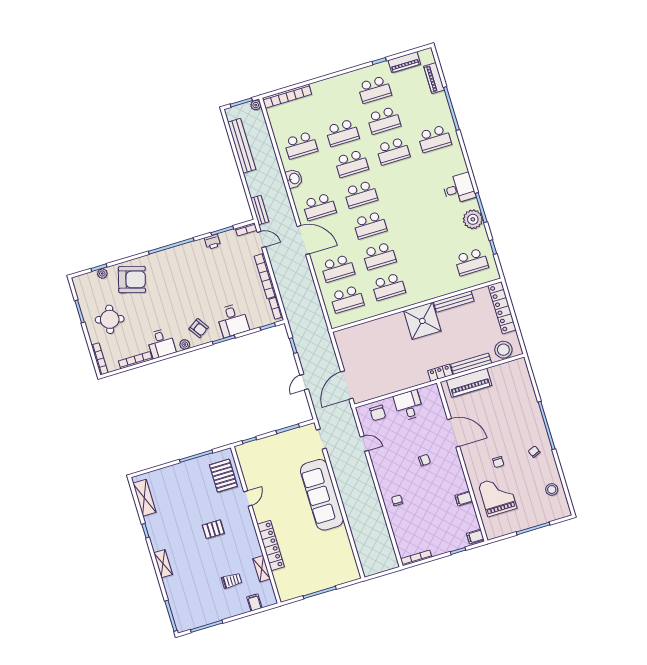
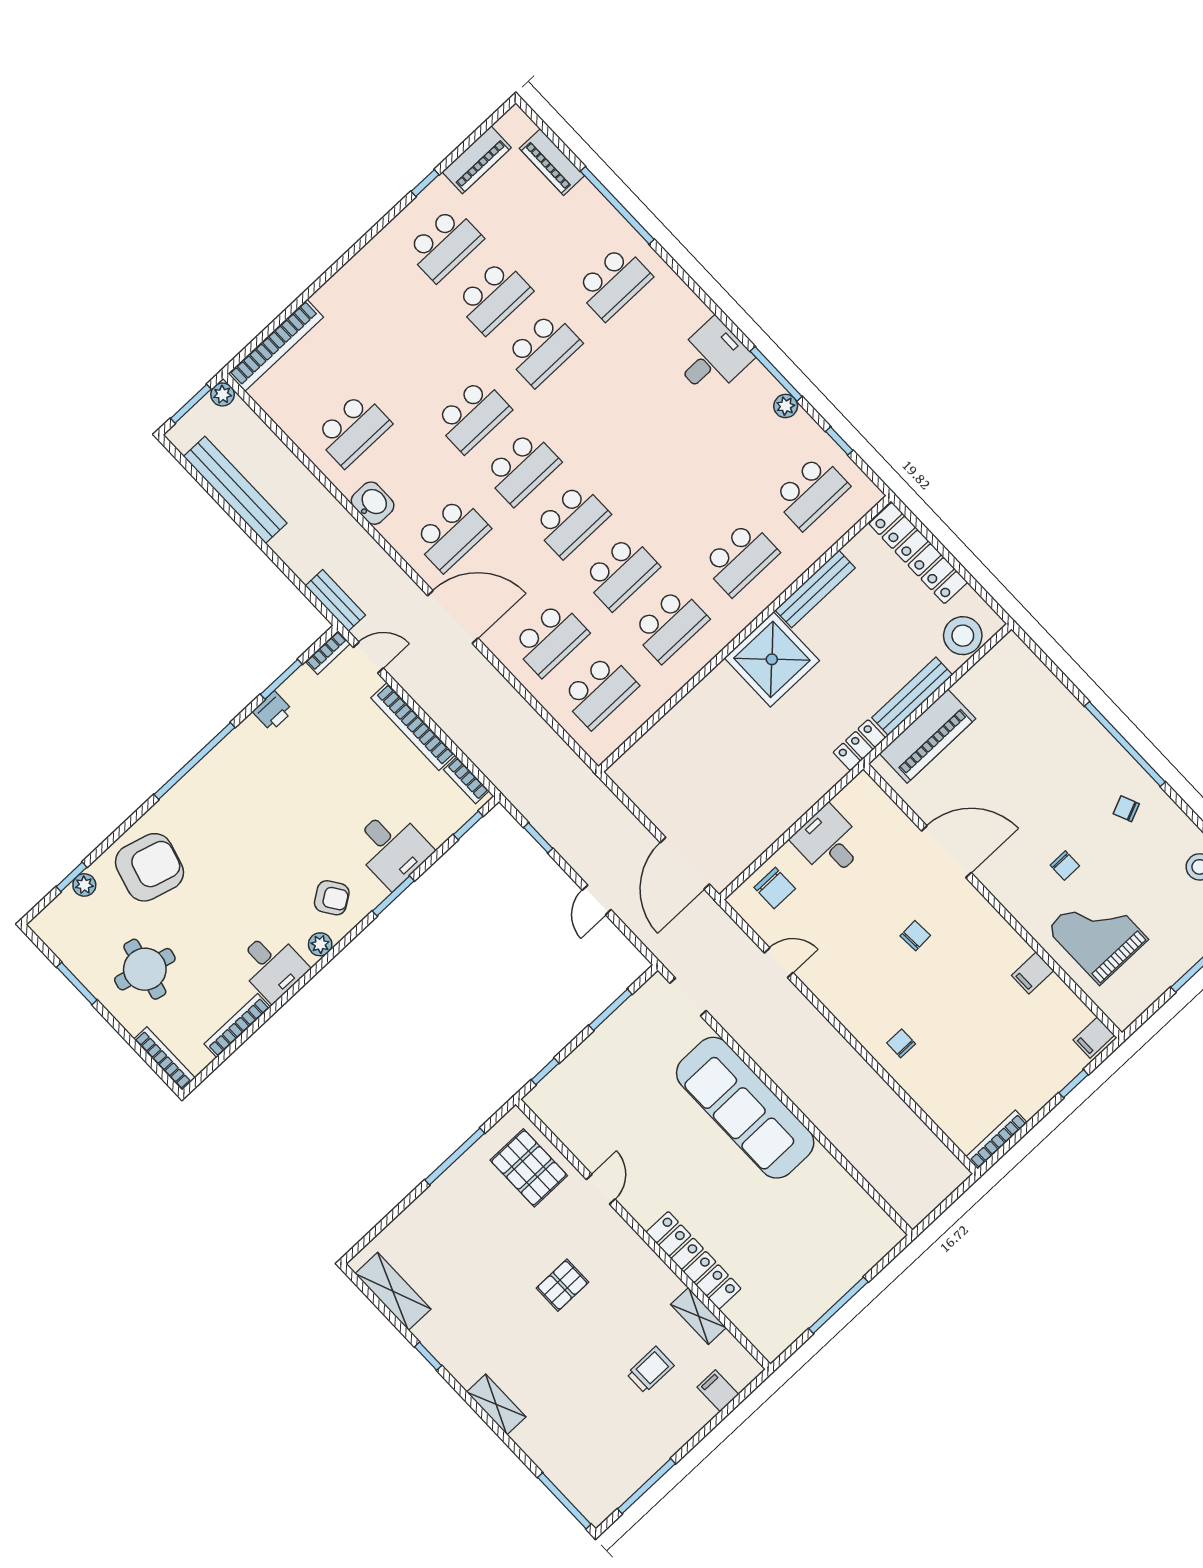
school desk: (342, 133) -> (740, 558), moved
plant: (473, 219) -> (786, 406), width x0.53, depth x0.53

